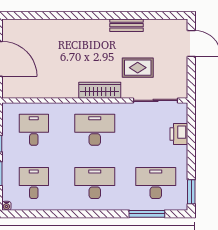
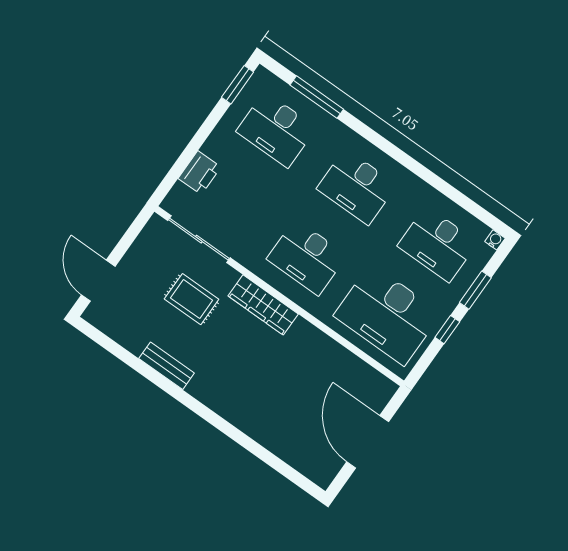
desk: (34, 130) -> (387, 315), width x1.87, depth x1.30
desk: (34, 183) -> (437, 244), width x1.37

